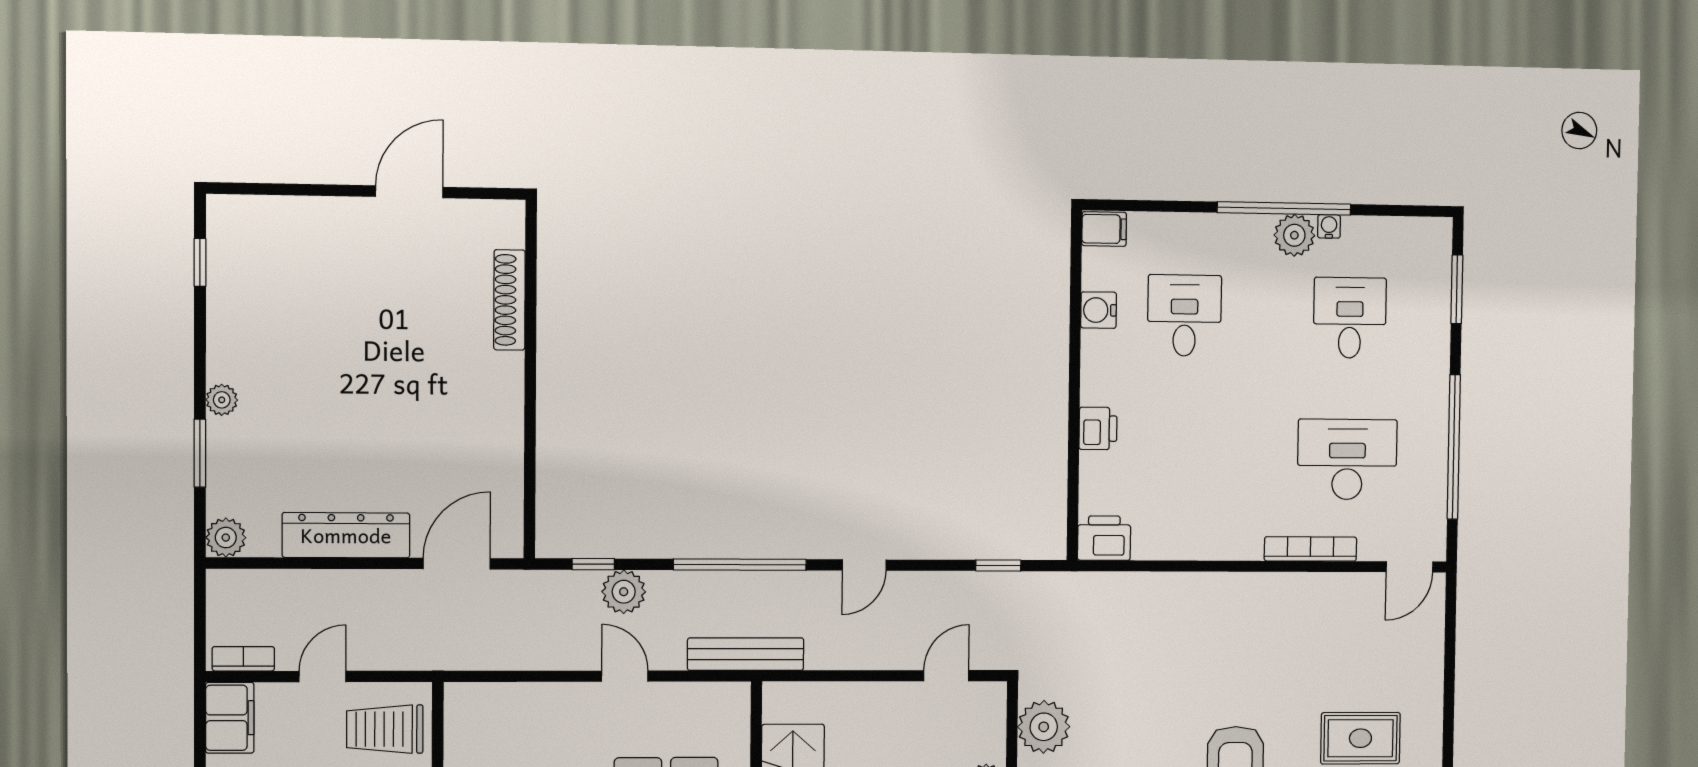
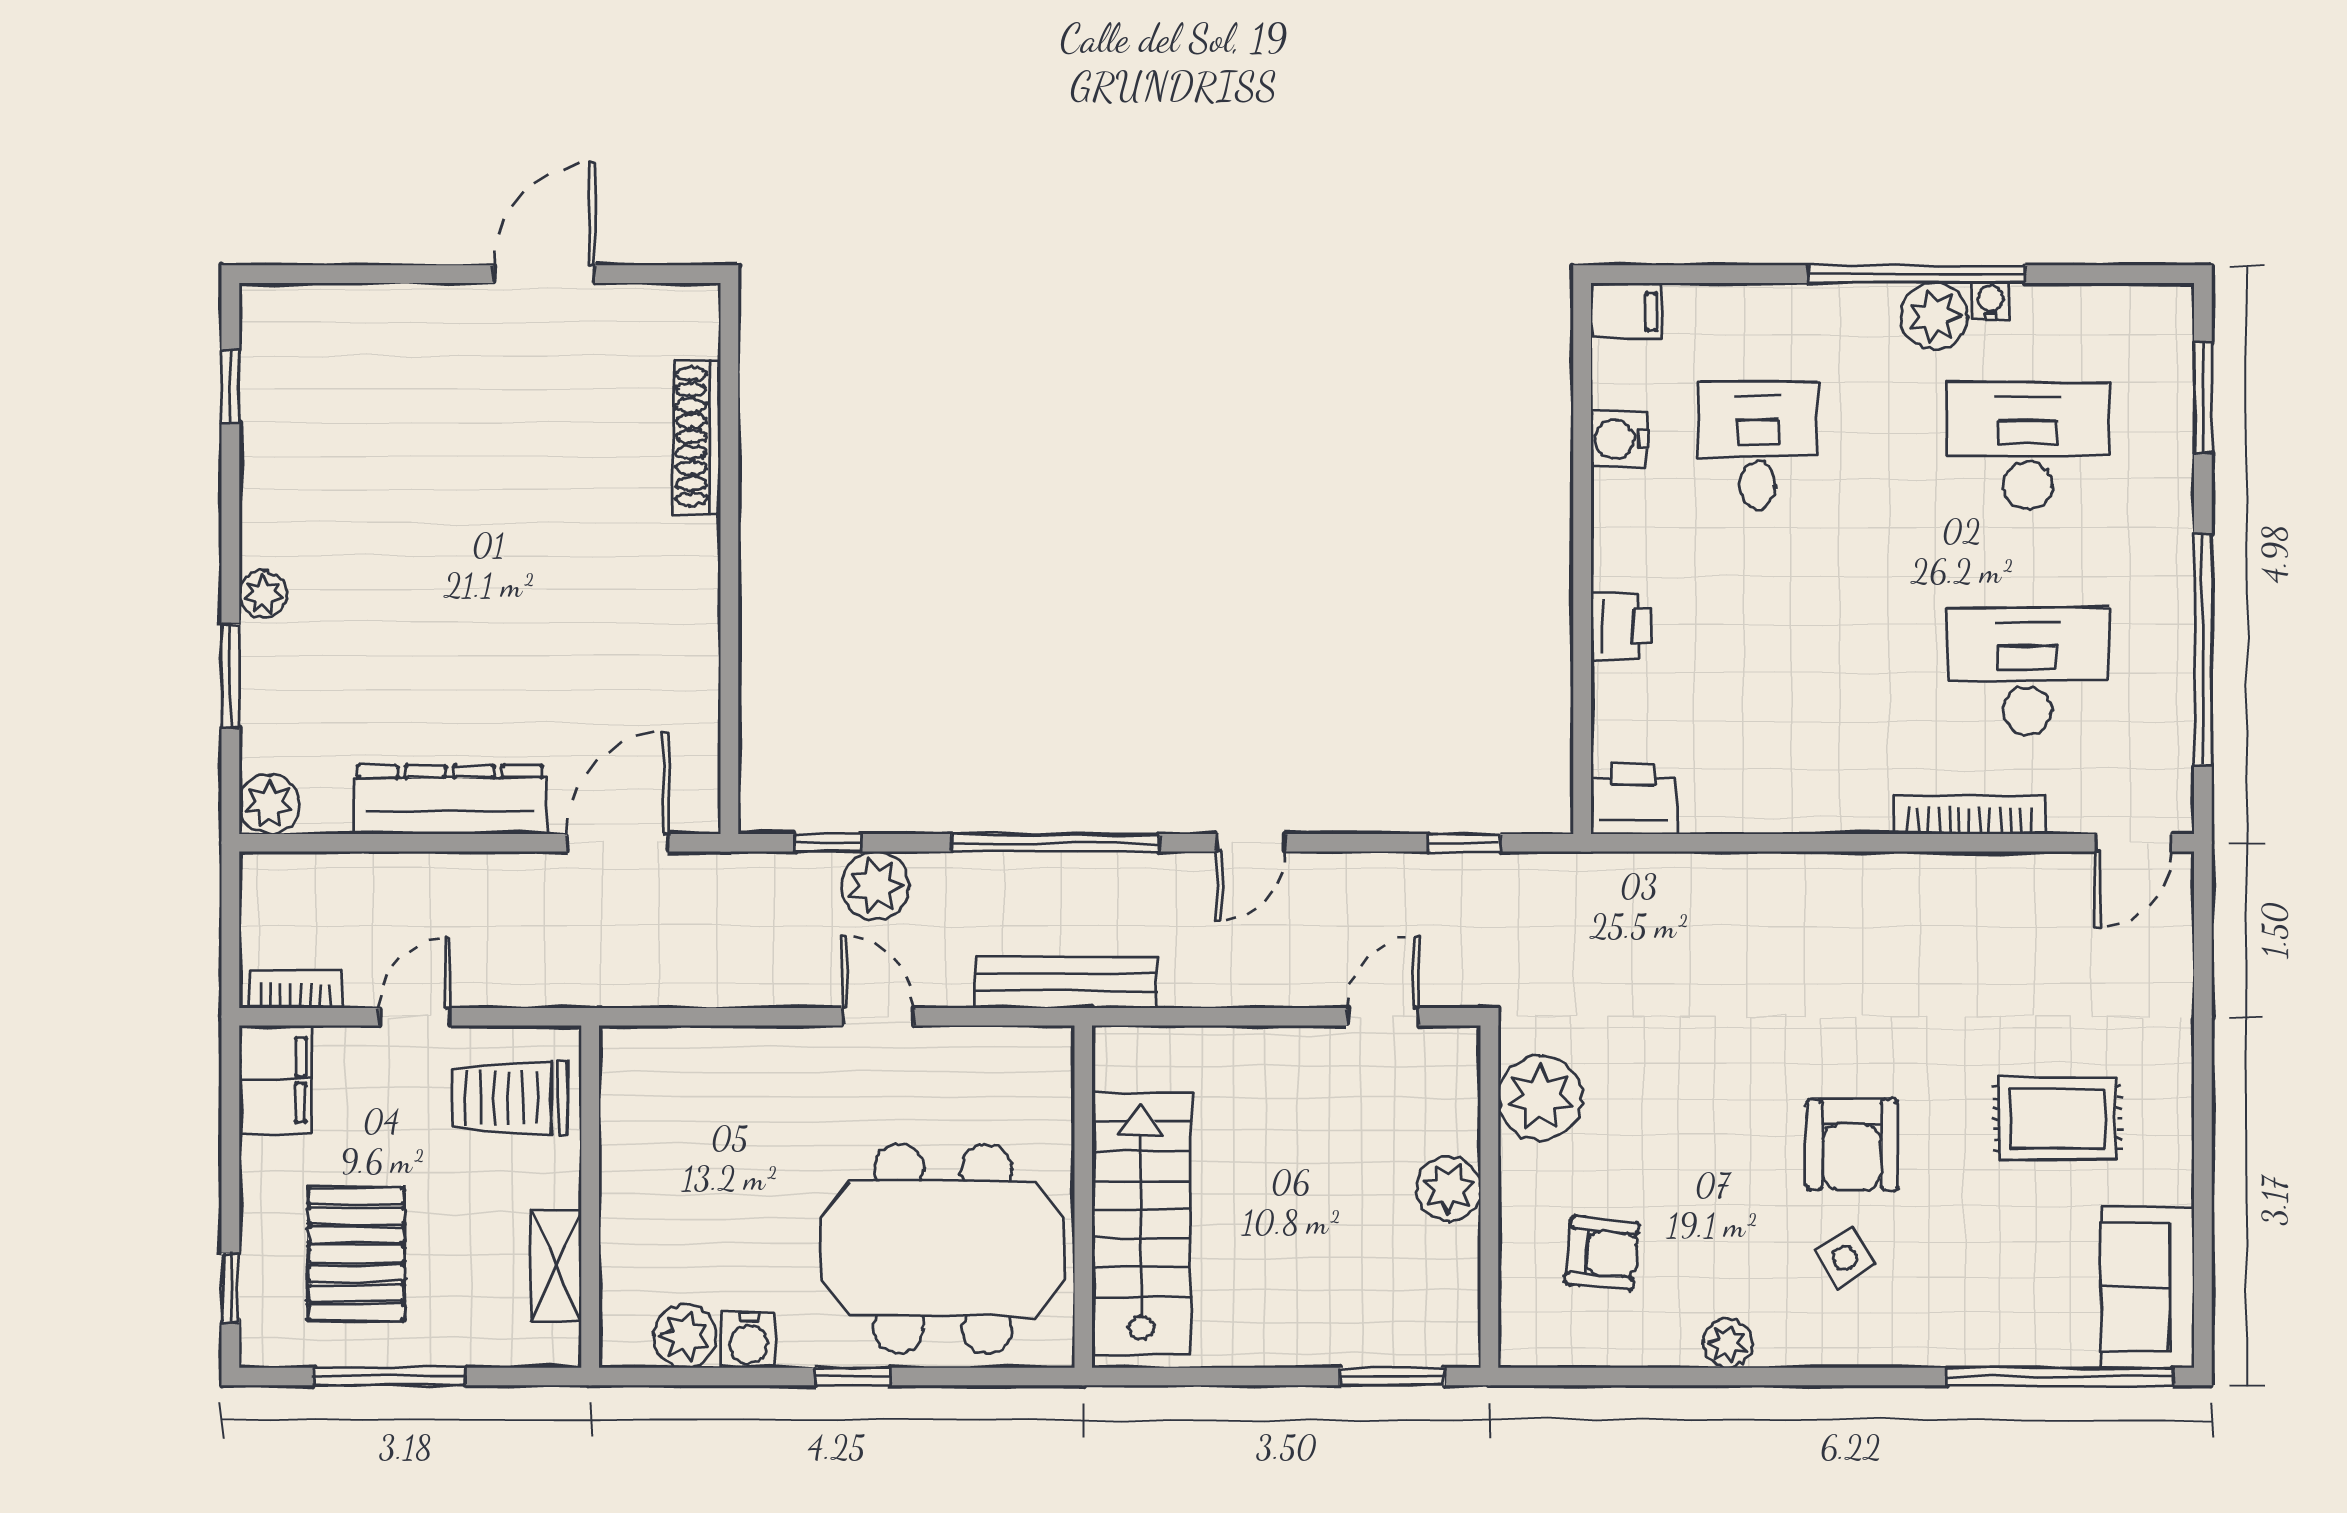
desk: (1350, 318) -> (2027, 446), width x1.37

